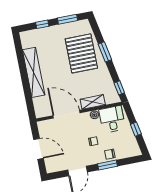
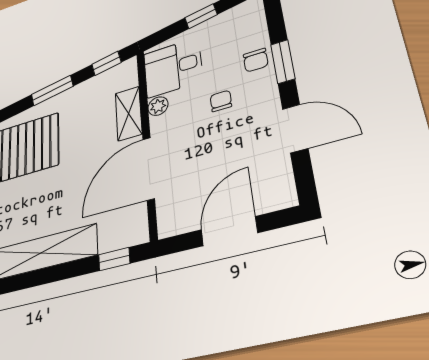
window: (105, 52) -> (52, 90), moved
window: (30, 105) -> (114, 259), added

